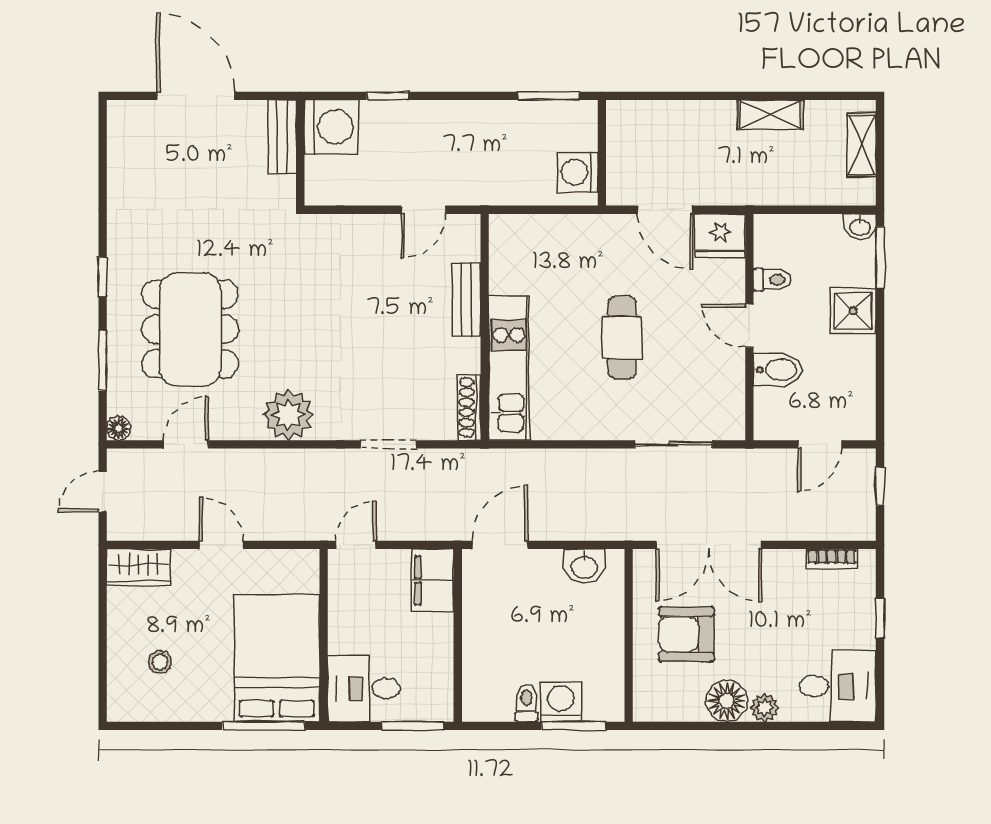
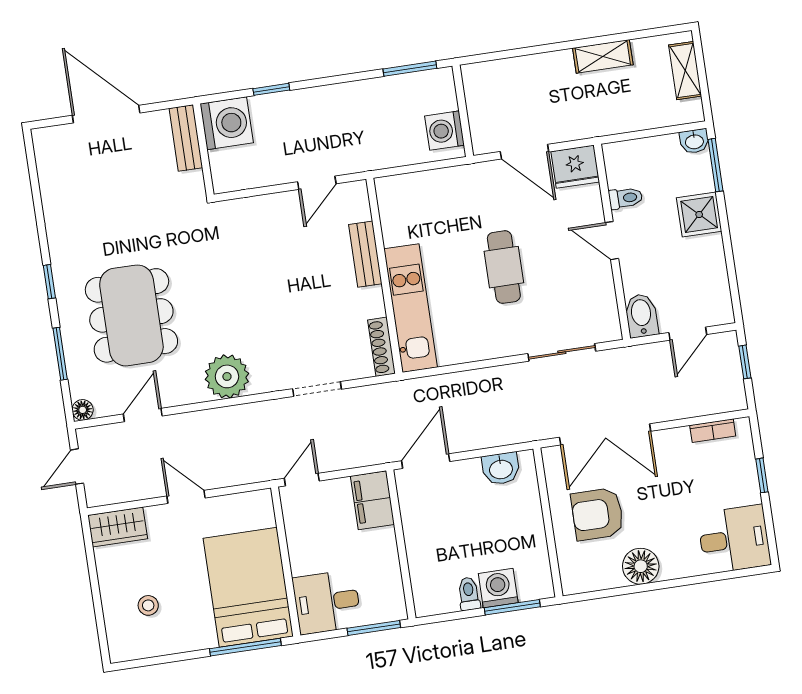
bidet: (778, 370) -> (641, 316), moved, turned -90
plant: (764, 708) -> (674, 567), removed

